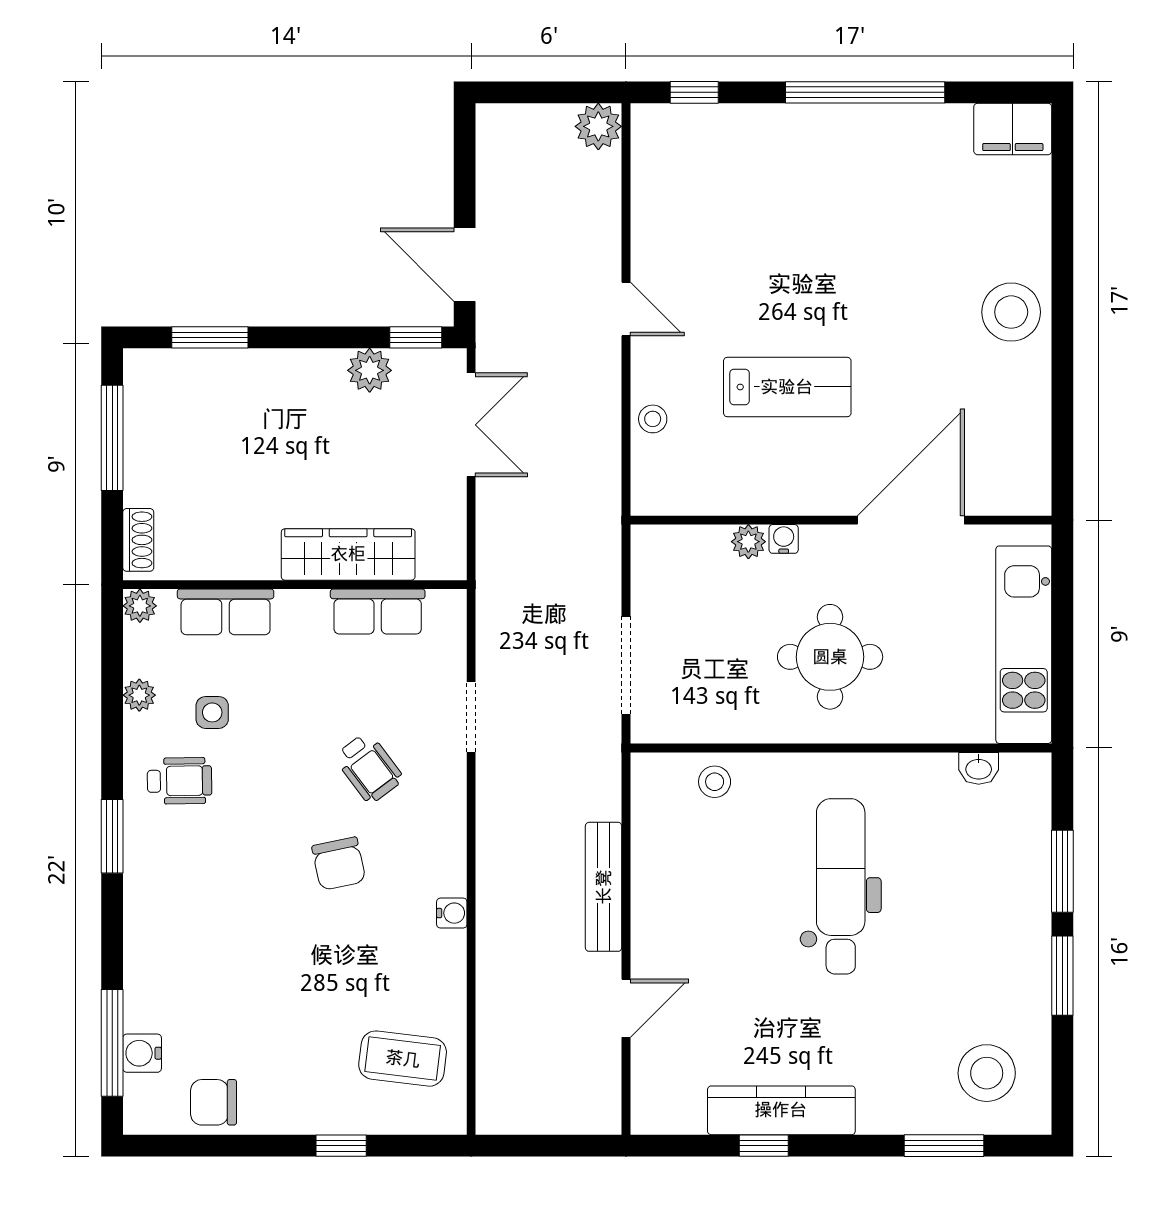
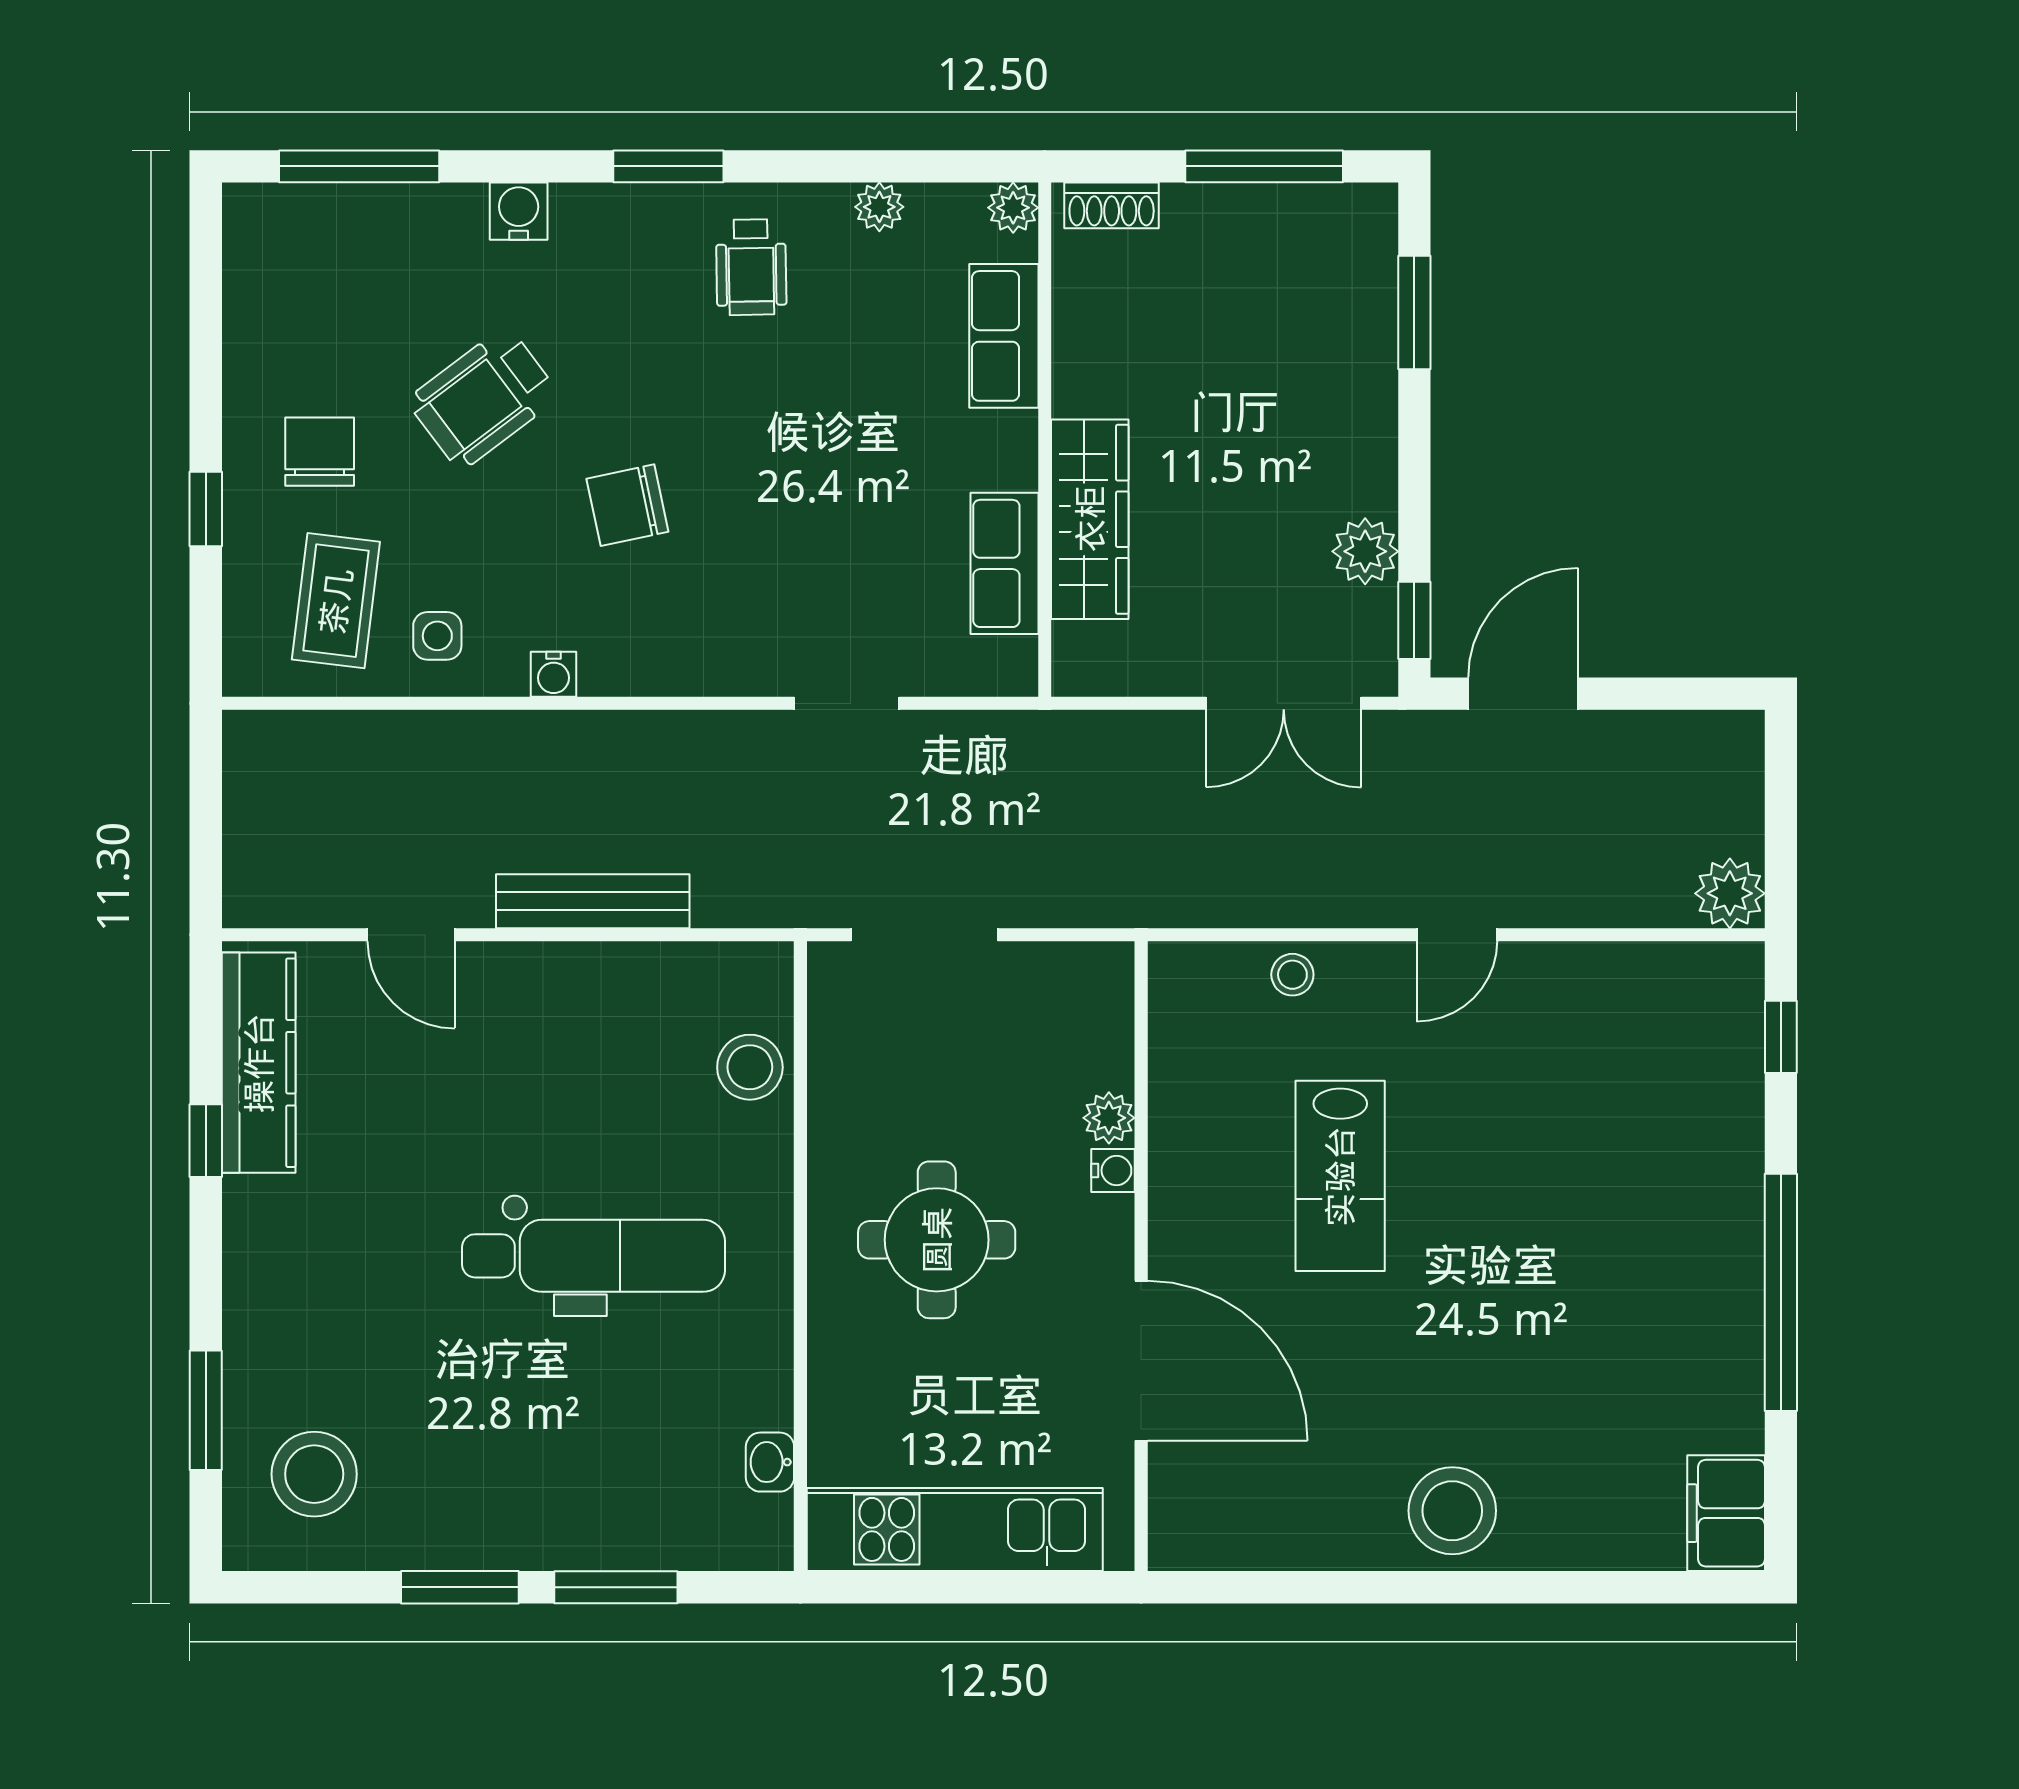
side table: (212, 712) -> (437, 636), moved
wheelchair: (369, 768) -> (483, 398), moved, width x1.36, depth x1.37
stool: (715, 782) -> (750, 1067), width x1.37, depth x1.37
water cooler: (142, 1053) -> (519, 211), moved
chair: (214, 1102) -> (320, 452), moved
kitchen counter: (781, 1110) -> (259, 1063), moved

